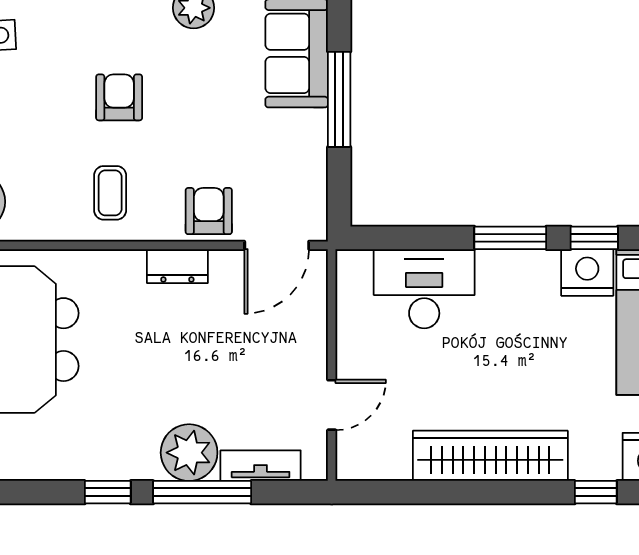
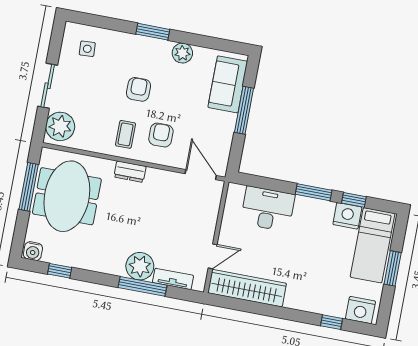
armchair: (209, 211) -> (161, 135), moved
door: (277, 245) -> (201, 175), swing flipped
dresser: (177, 266) -> (130, 172), moved
wardrobe: (490, 456) -> (247, 288), moved
window: (108, 492) -> (60, 271), moved

